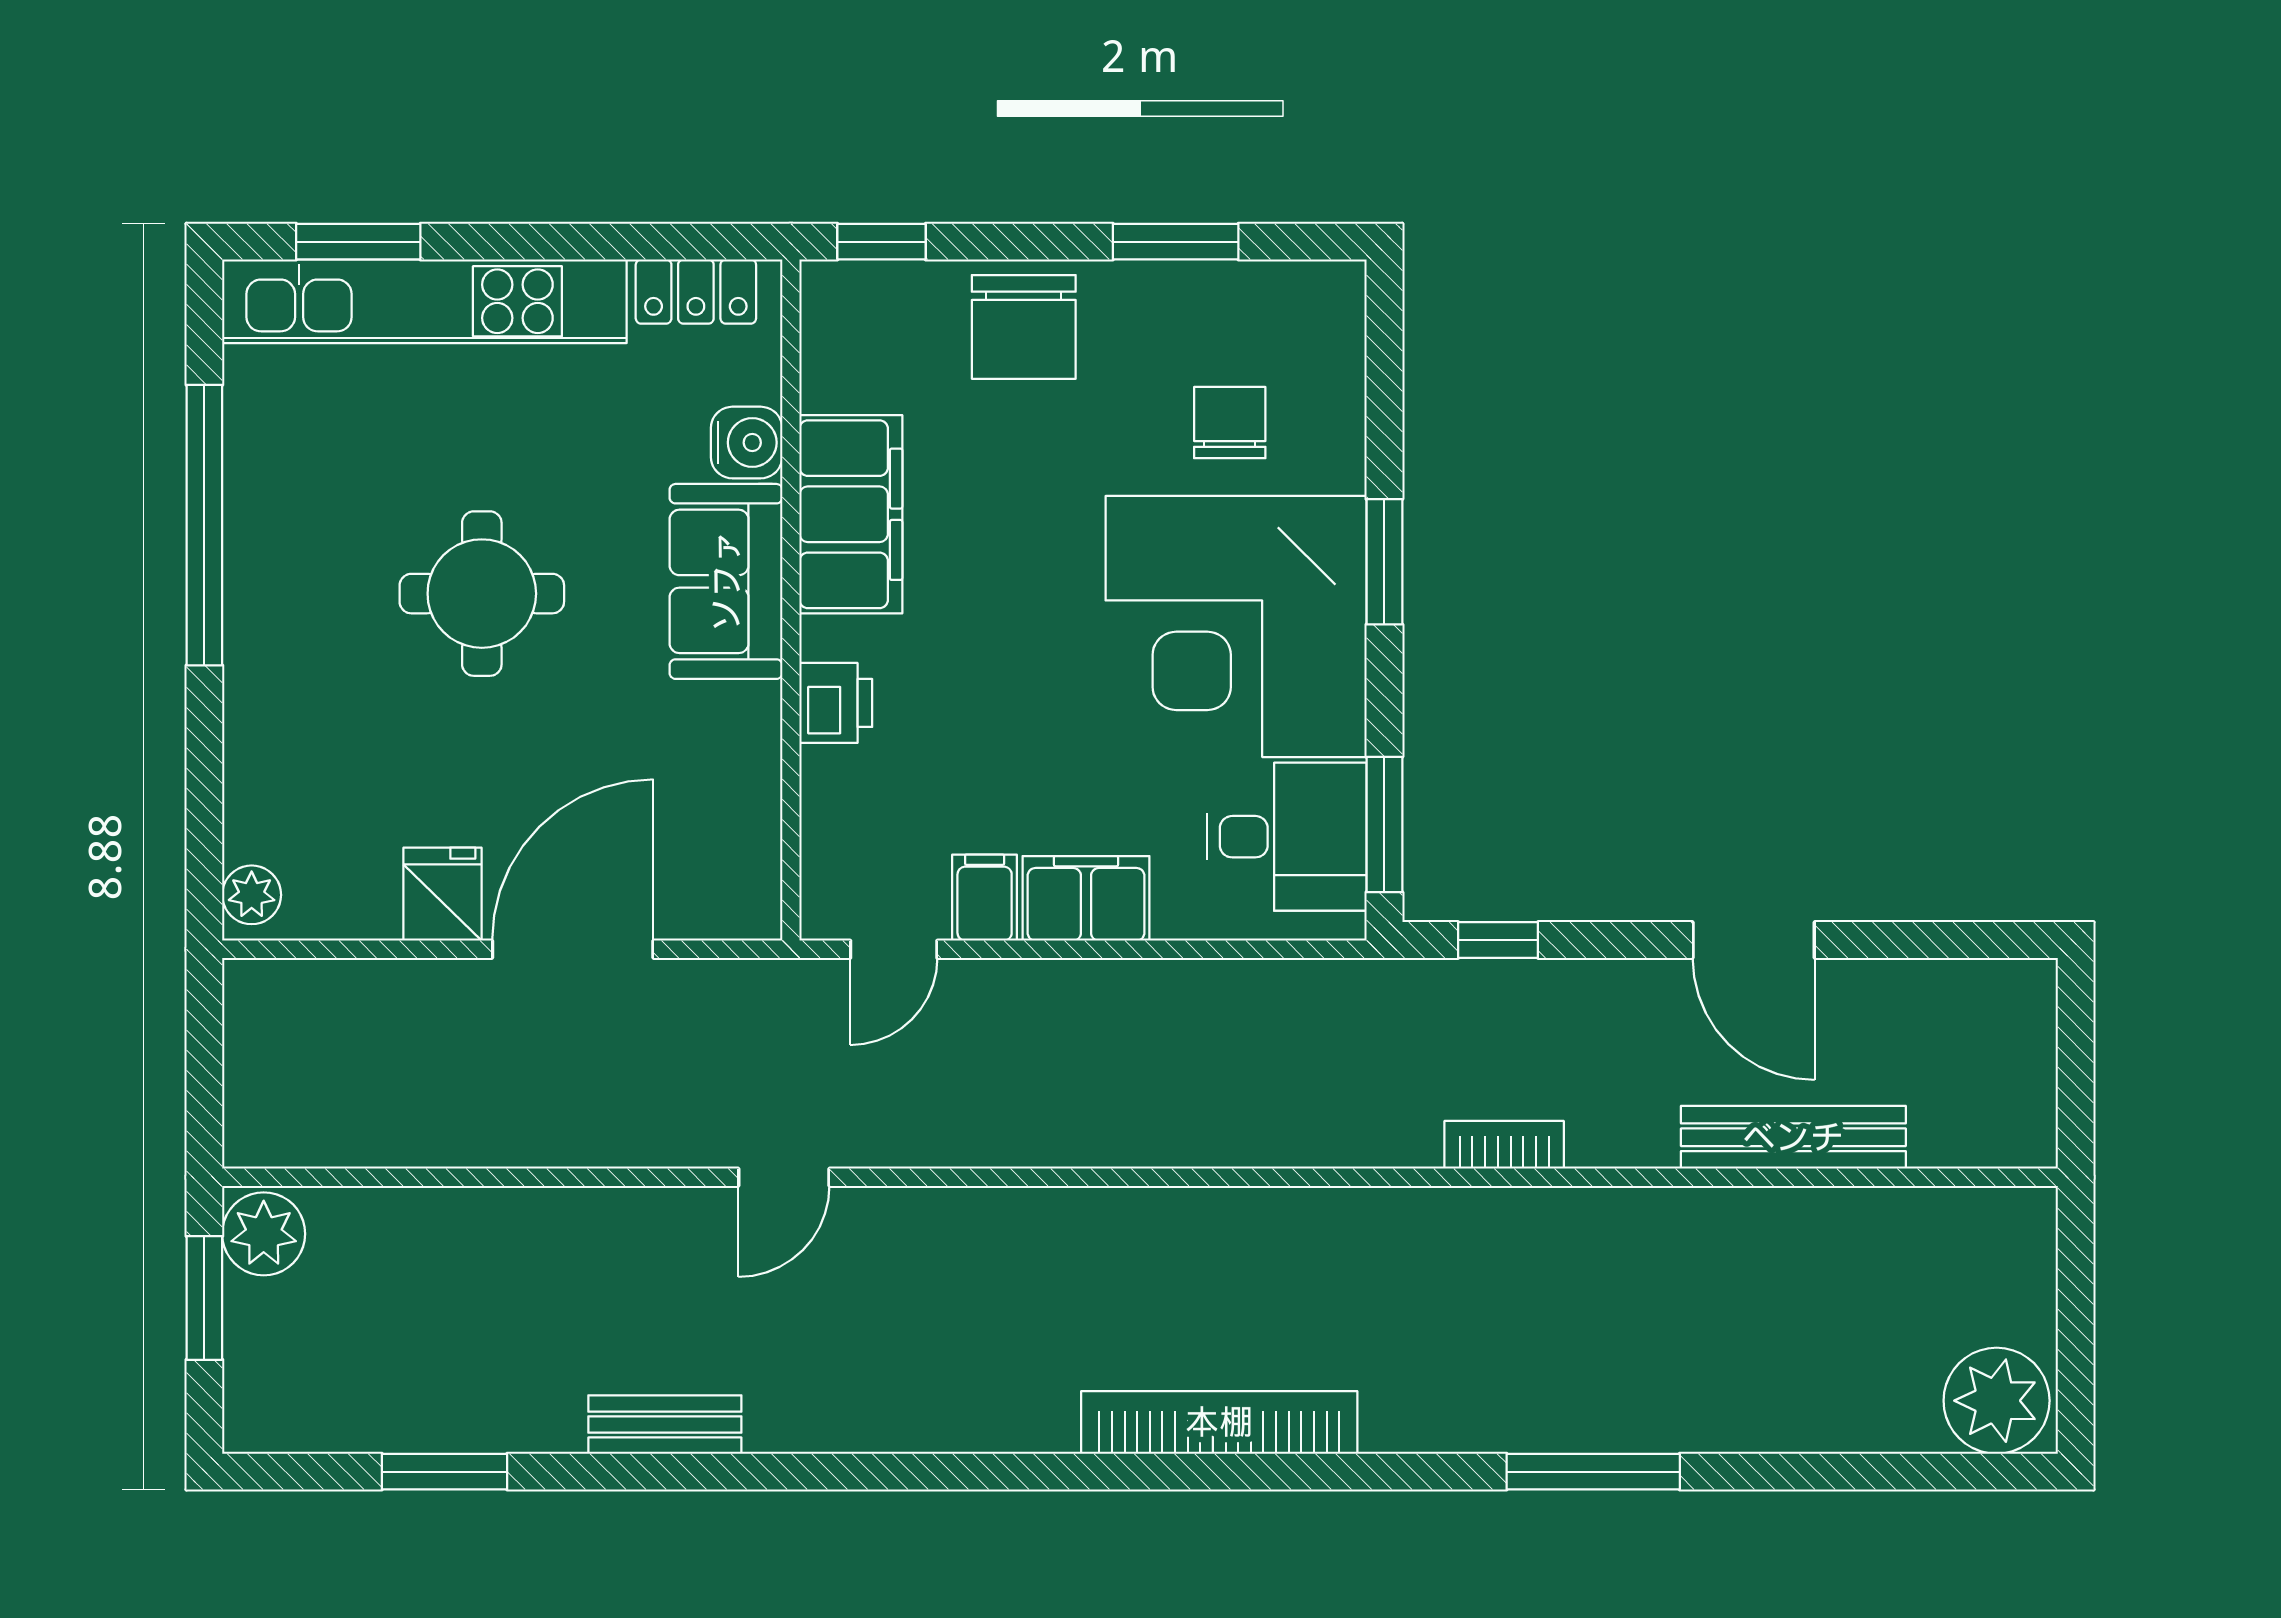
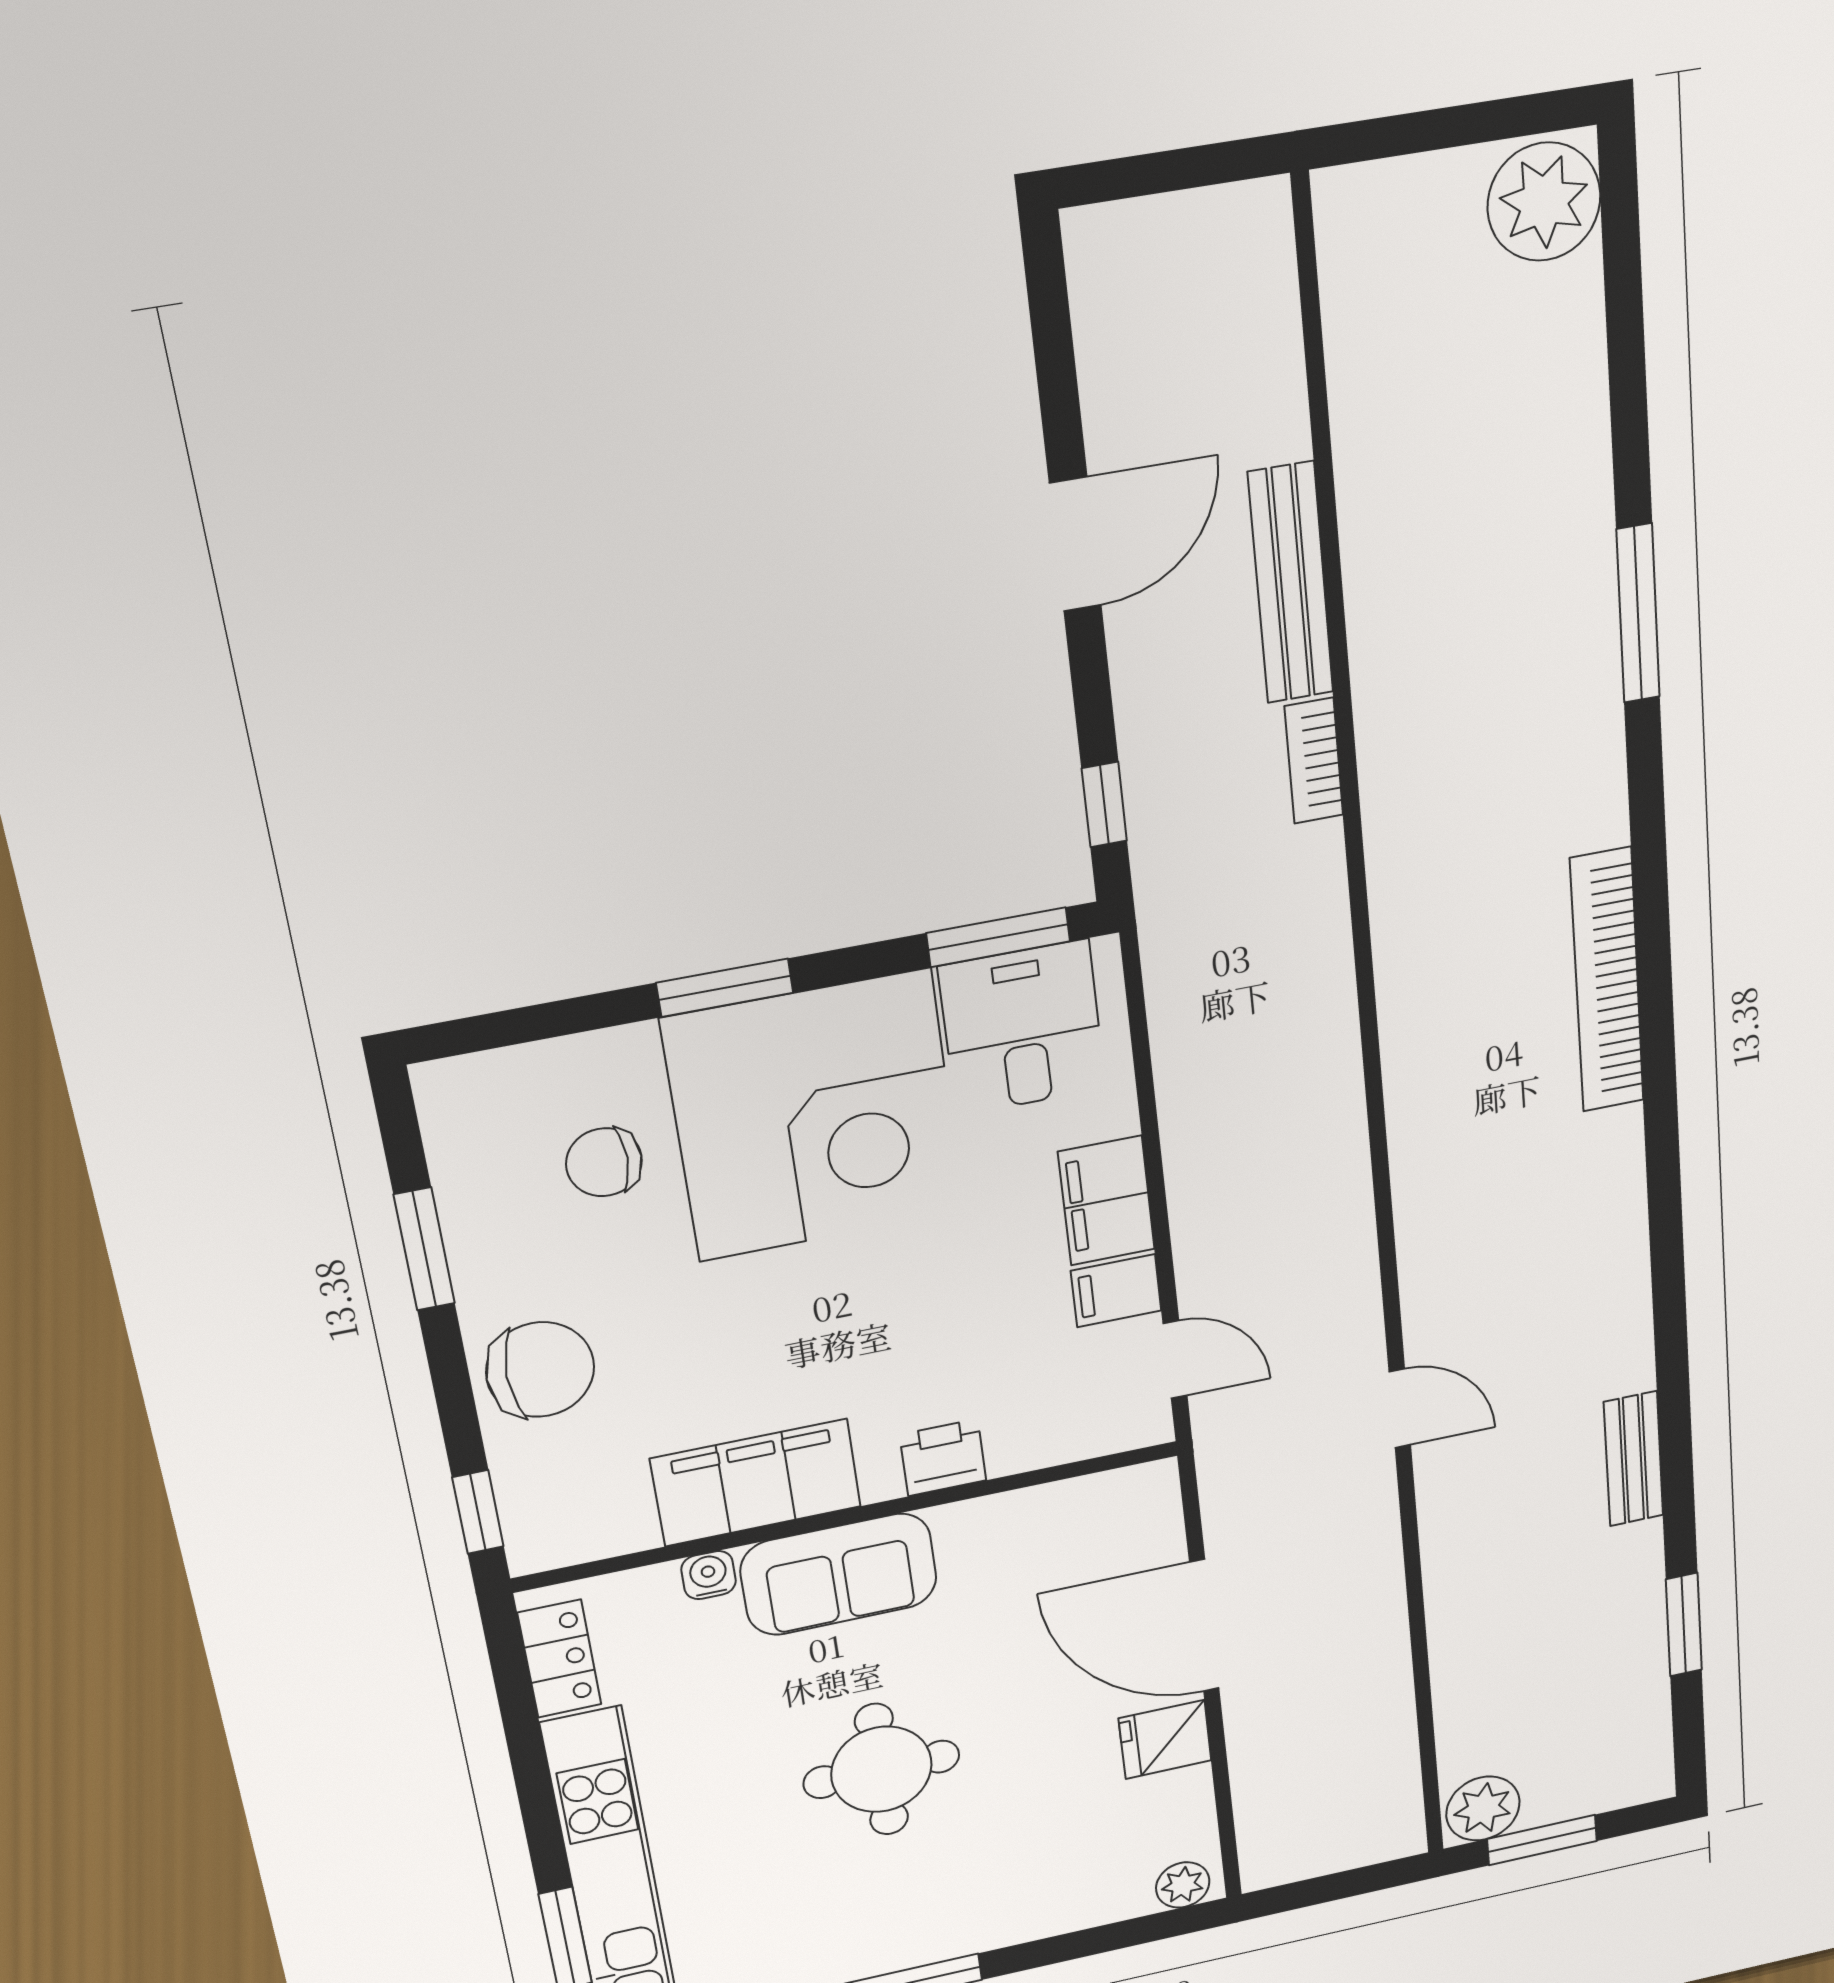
water cooler: (747, 443) -> (709, 1575), width x0.72, depth x0.72
bench: (1793, 1137) -> (1291, 583), moved

